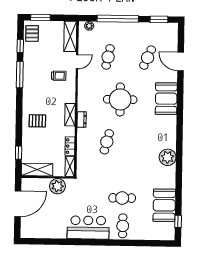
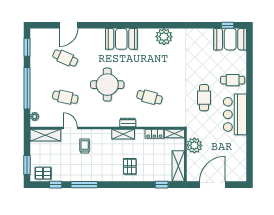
booth: (166, 99) -> (121, 39), moved
cafe table: (122, 198) -> (204, 98), moved
door: (18, 204) -> (212, 185), hinge flipped
booth: (164, 205) -> (230, 39), moved

